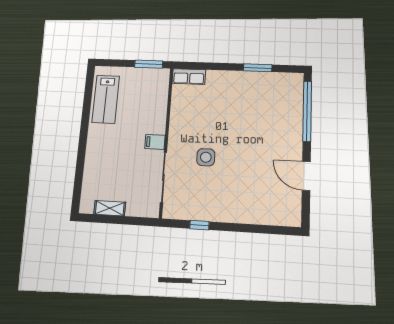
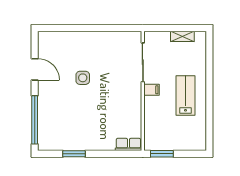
lab bench: (106, 99) -> (185, 96), moved
side table: (206, 157) -> (83, 78), moved
window: (199, 225) -> (113, 28), removed

